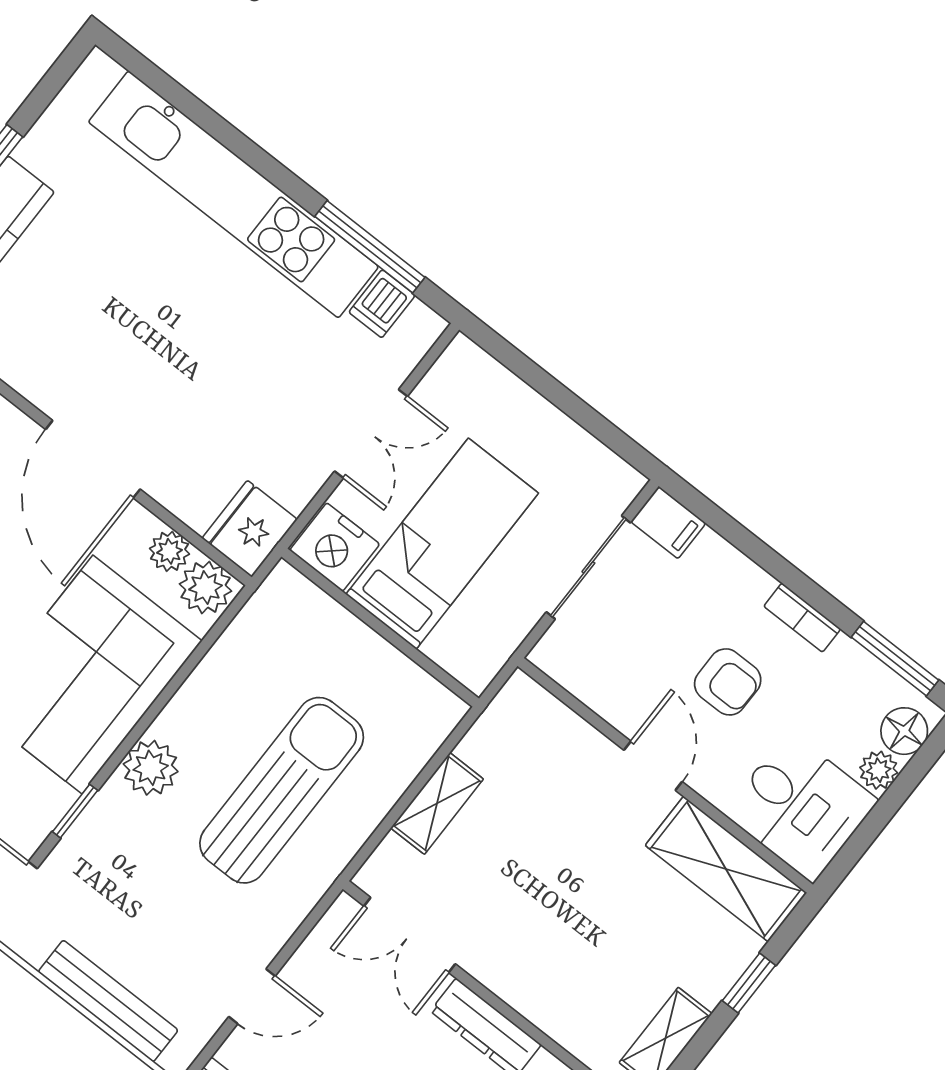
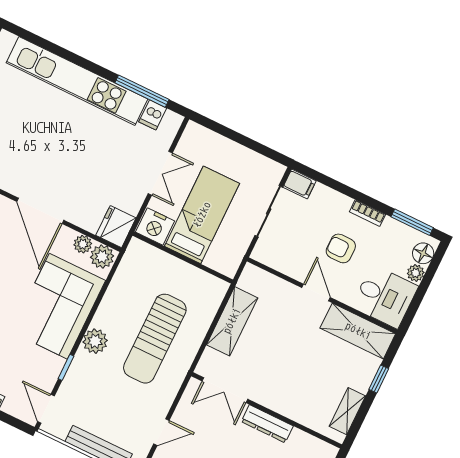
armchair: (728, 682) -> (341, 248), turned 180
sun lounger: (282, 790) -> (155, 339), turned 180
shelving: (437, 803) -> (232, 321), width x1.50, depth x1.33

